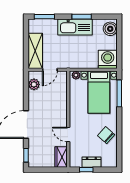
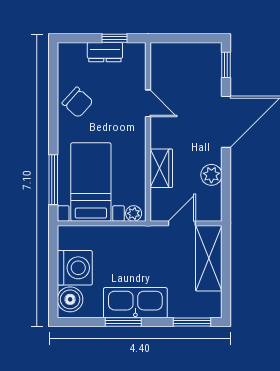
washing machine: (108, 59) -> (75, 268), moved, turned -90
plant: (34, 84) -> (211, 175), moved
wardrobe: (61, 157) -> (161, 168), moved

